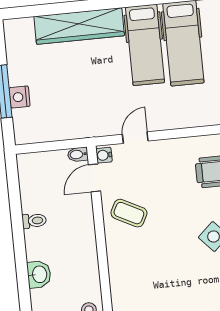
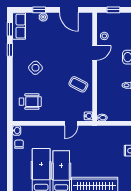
door: (94, 178) -> (95, 53), moved

